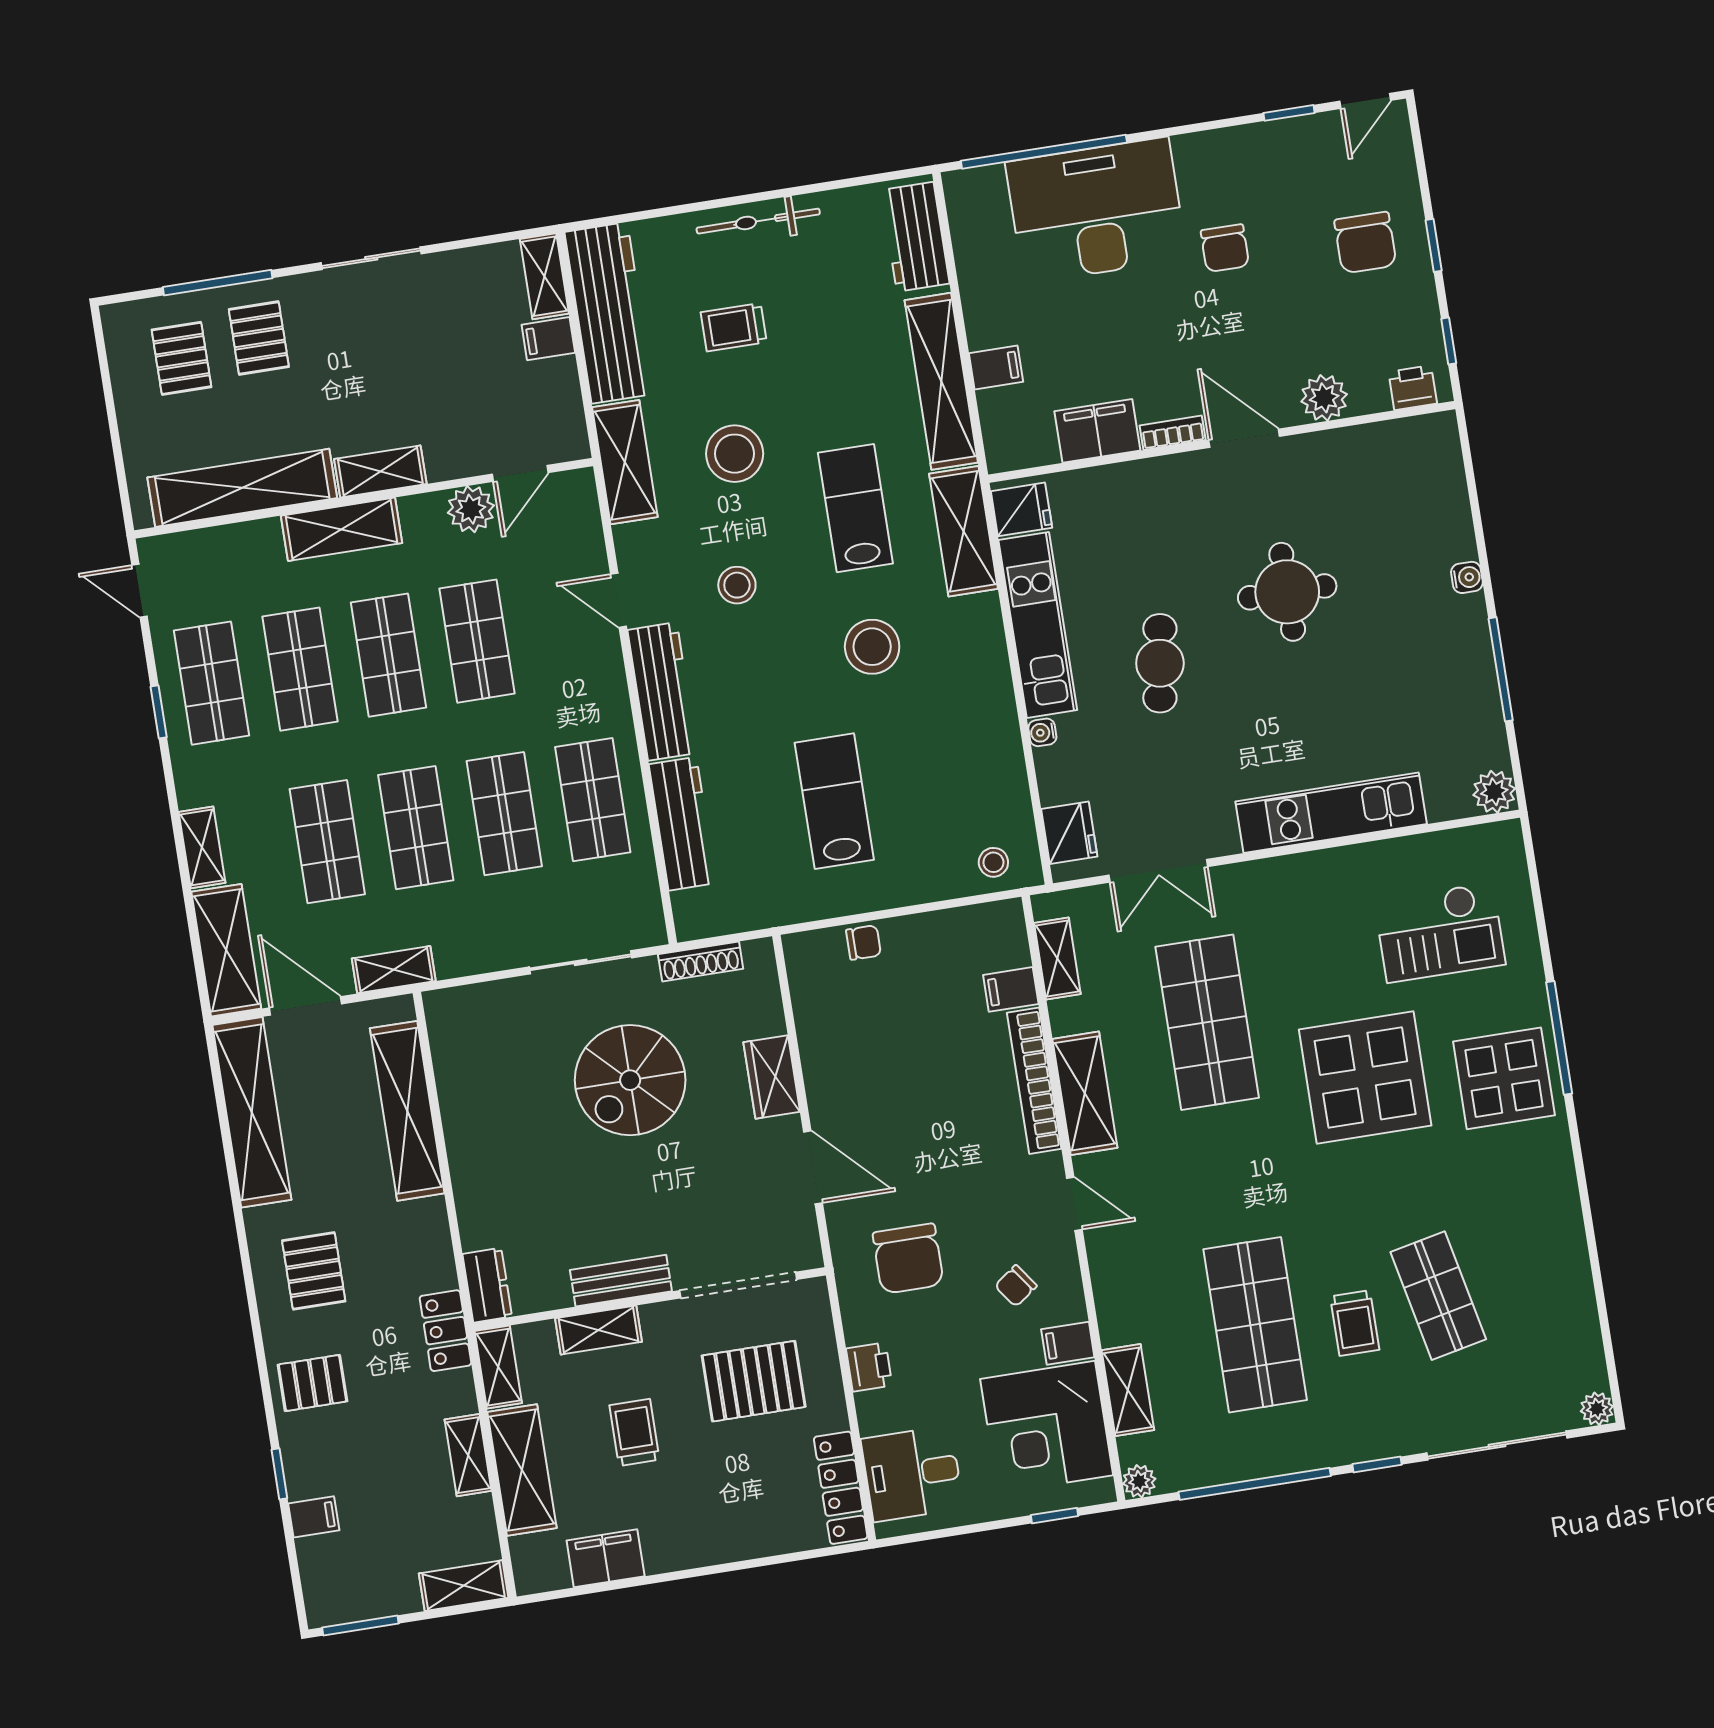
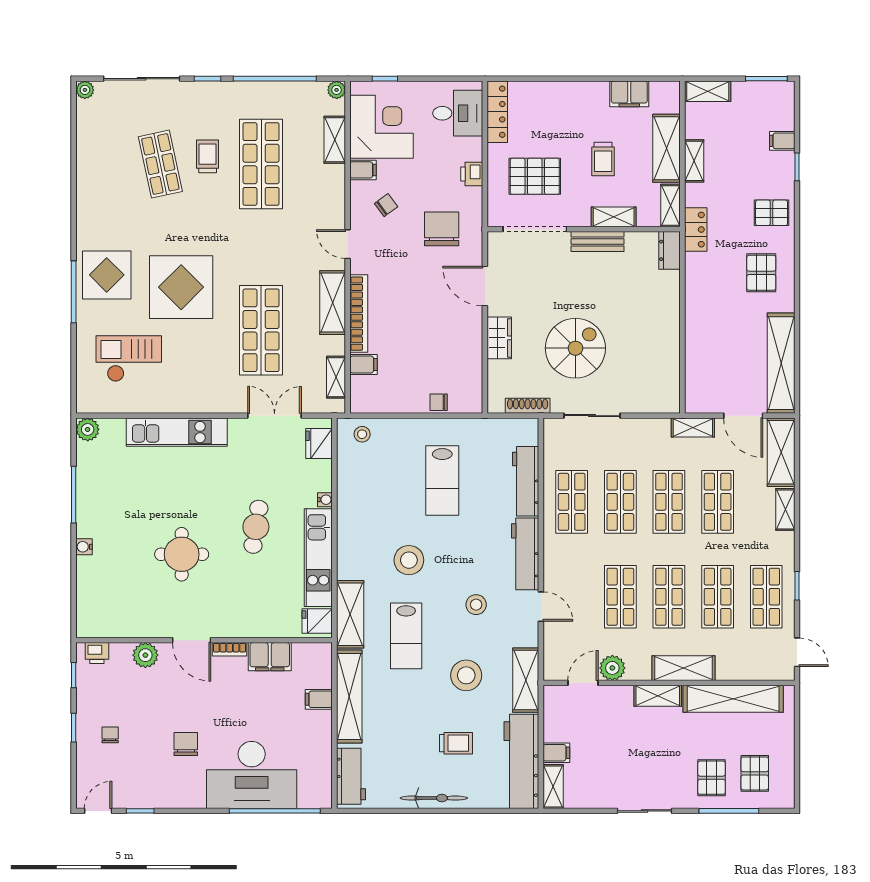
chair: (1365, 243) -> (110, 735), width x0.54, depth x0.54
shelving: (407, 1111) -> (698, 351), removed

